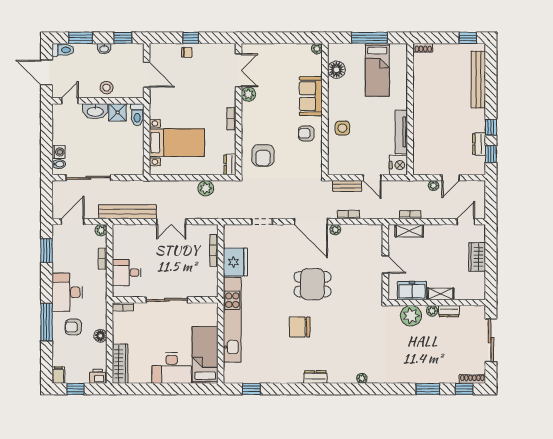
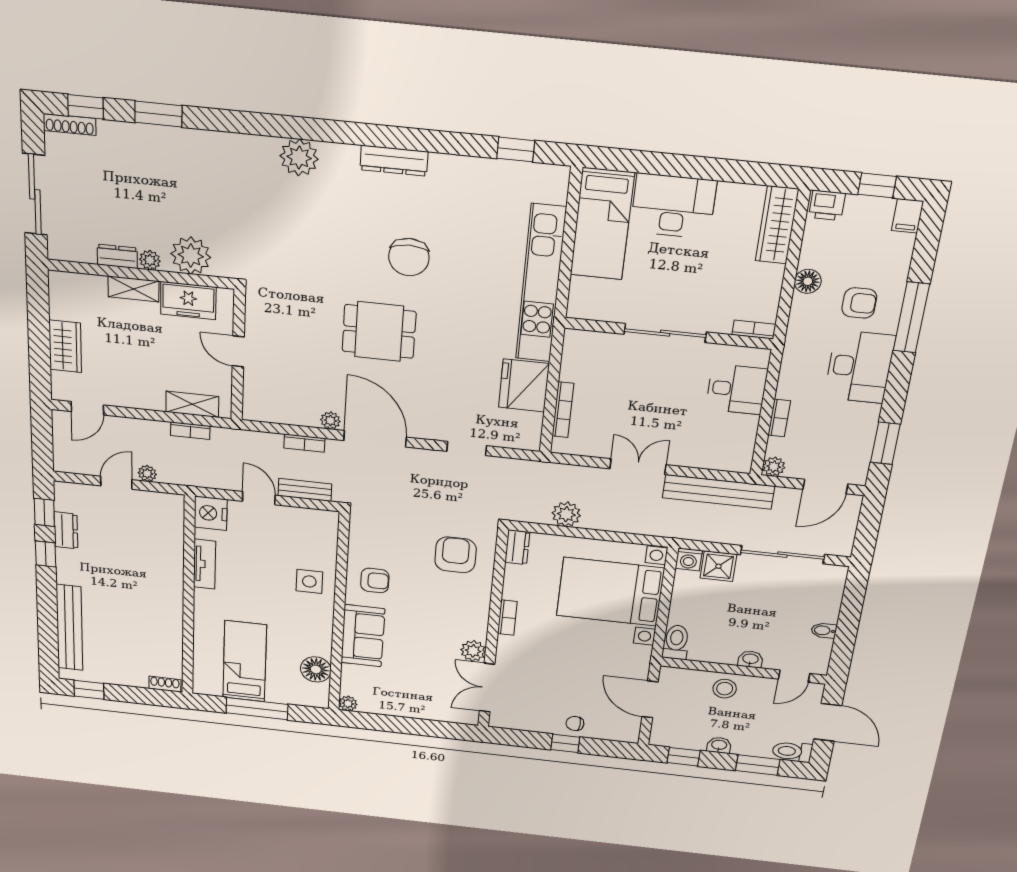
washbasin: (95, 111) -> (750, 659), width x0.52, depth x0.69
shower: (118, 112) -> (718, 566), moved
tv unit: (401, 132) -> (205, 564), width x0.71
bed with nightstands: (177, 143) -> (610, 592), width x1.36
washing machine: (59, 152) -> (689, 559), moved, turned -90
bidet: (59, 164) -> (824, 631), moved
chair: (300, 327) -> (409, 257), turned 90
dresser: (315, 377) -> (394, 161), width x1.44
plant: (362, 378) -> (299, 157), width x1.88, depth x1.88

